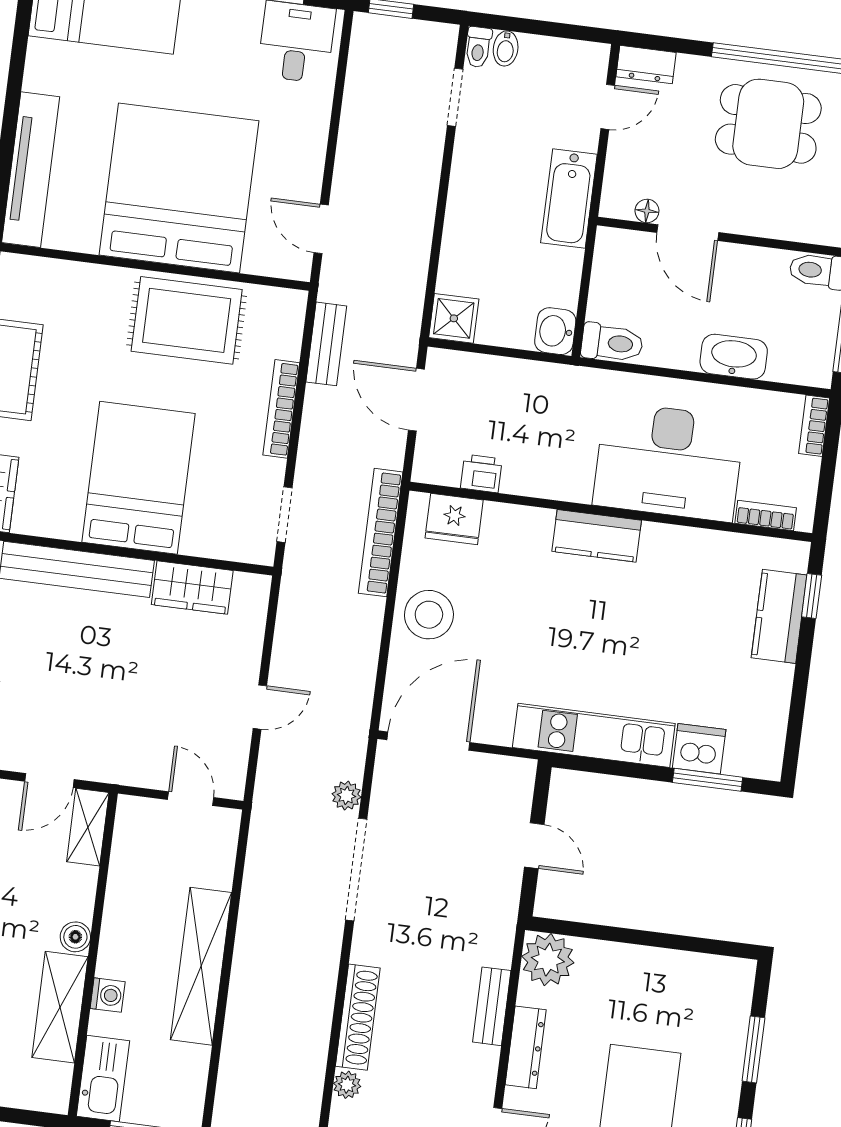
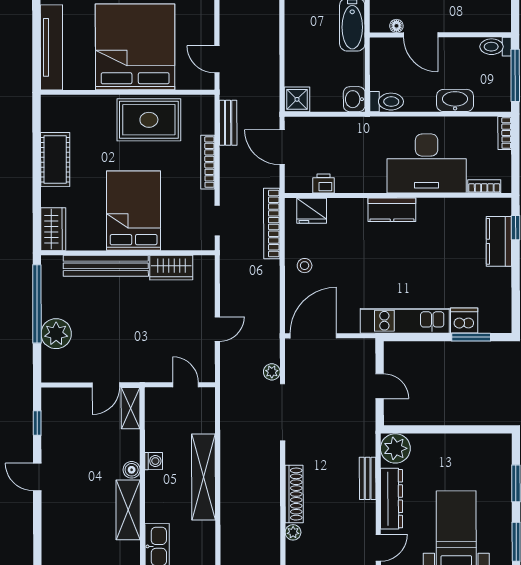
stool: (429, 615) -> (305, 266), width x0.53, depth x0.53
washing machine: (108, 995) -> (154, 461), moved
dresser: (526, 1047) -> (392, 499), width x1.37, depth x1.24

